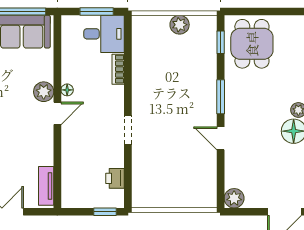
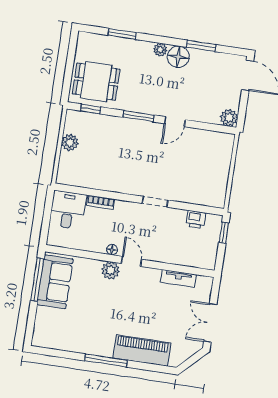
window: (97, 11) -> (47, 213), removed
tv unit: (46, 186) -> (178, 278), moved

